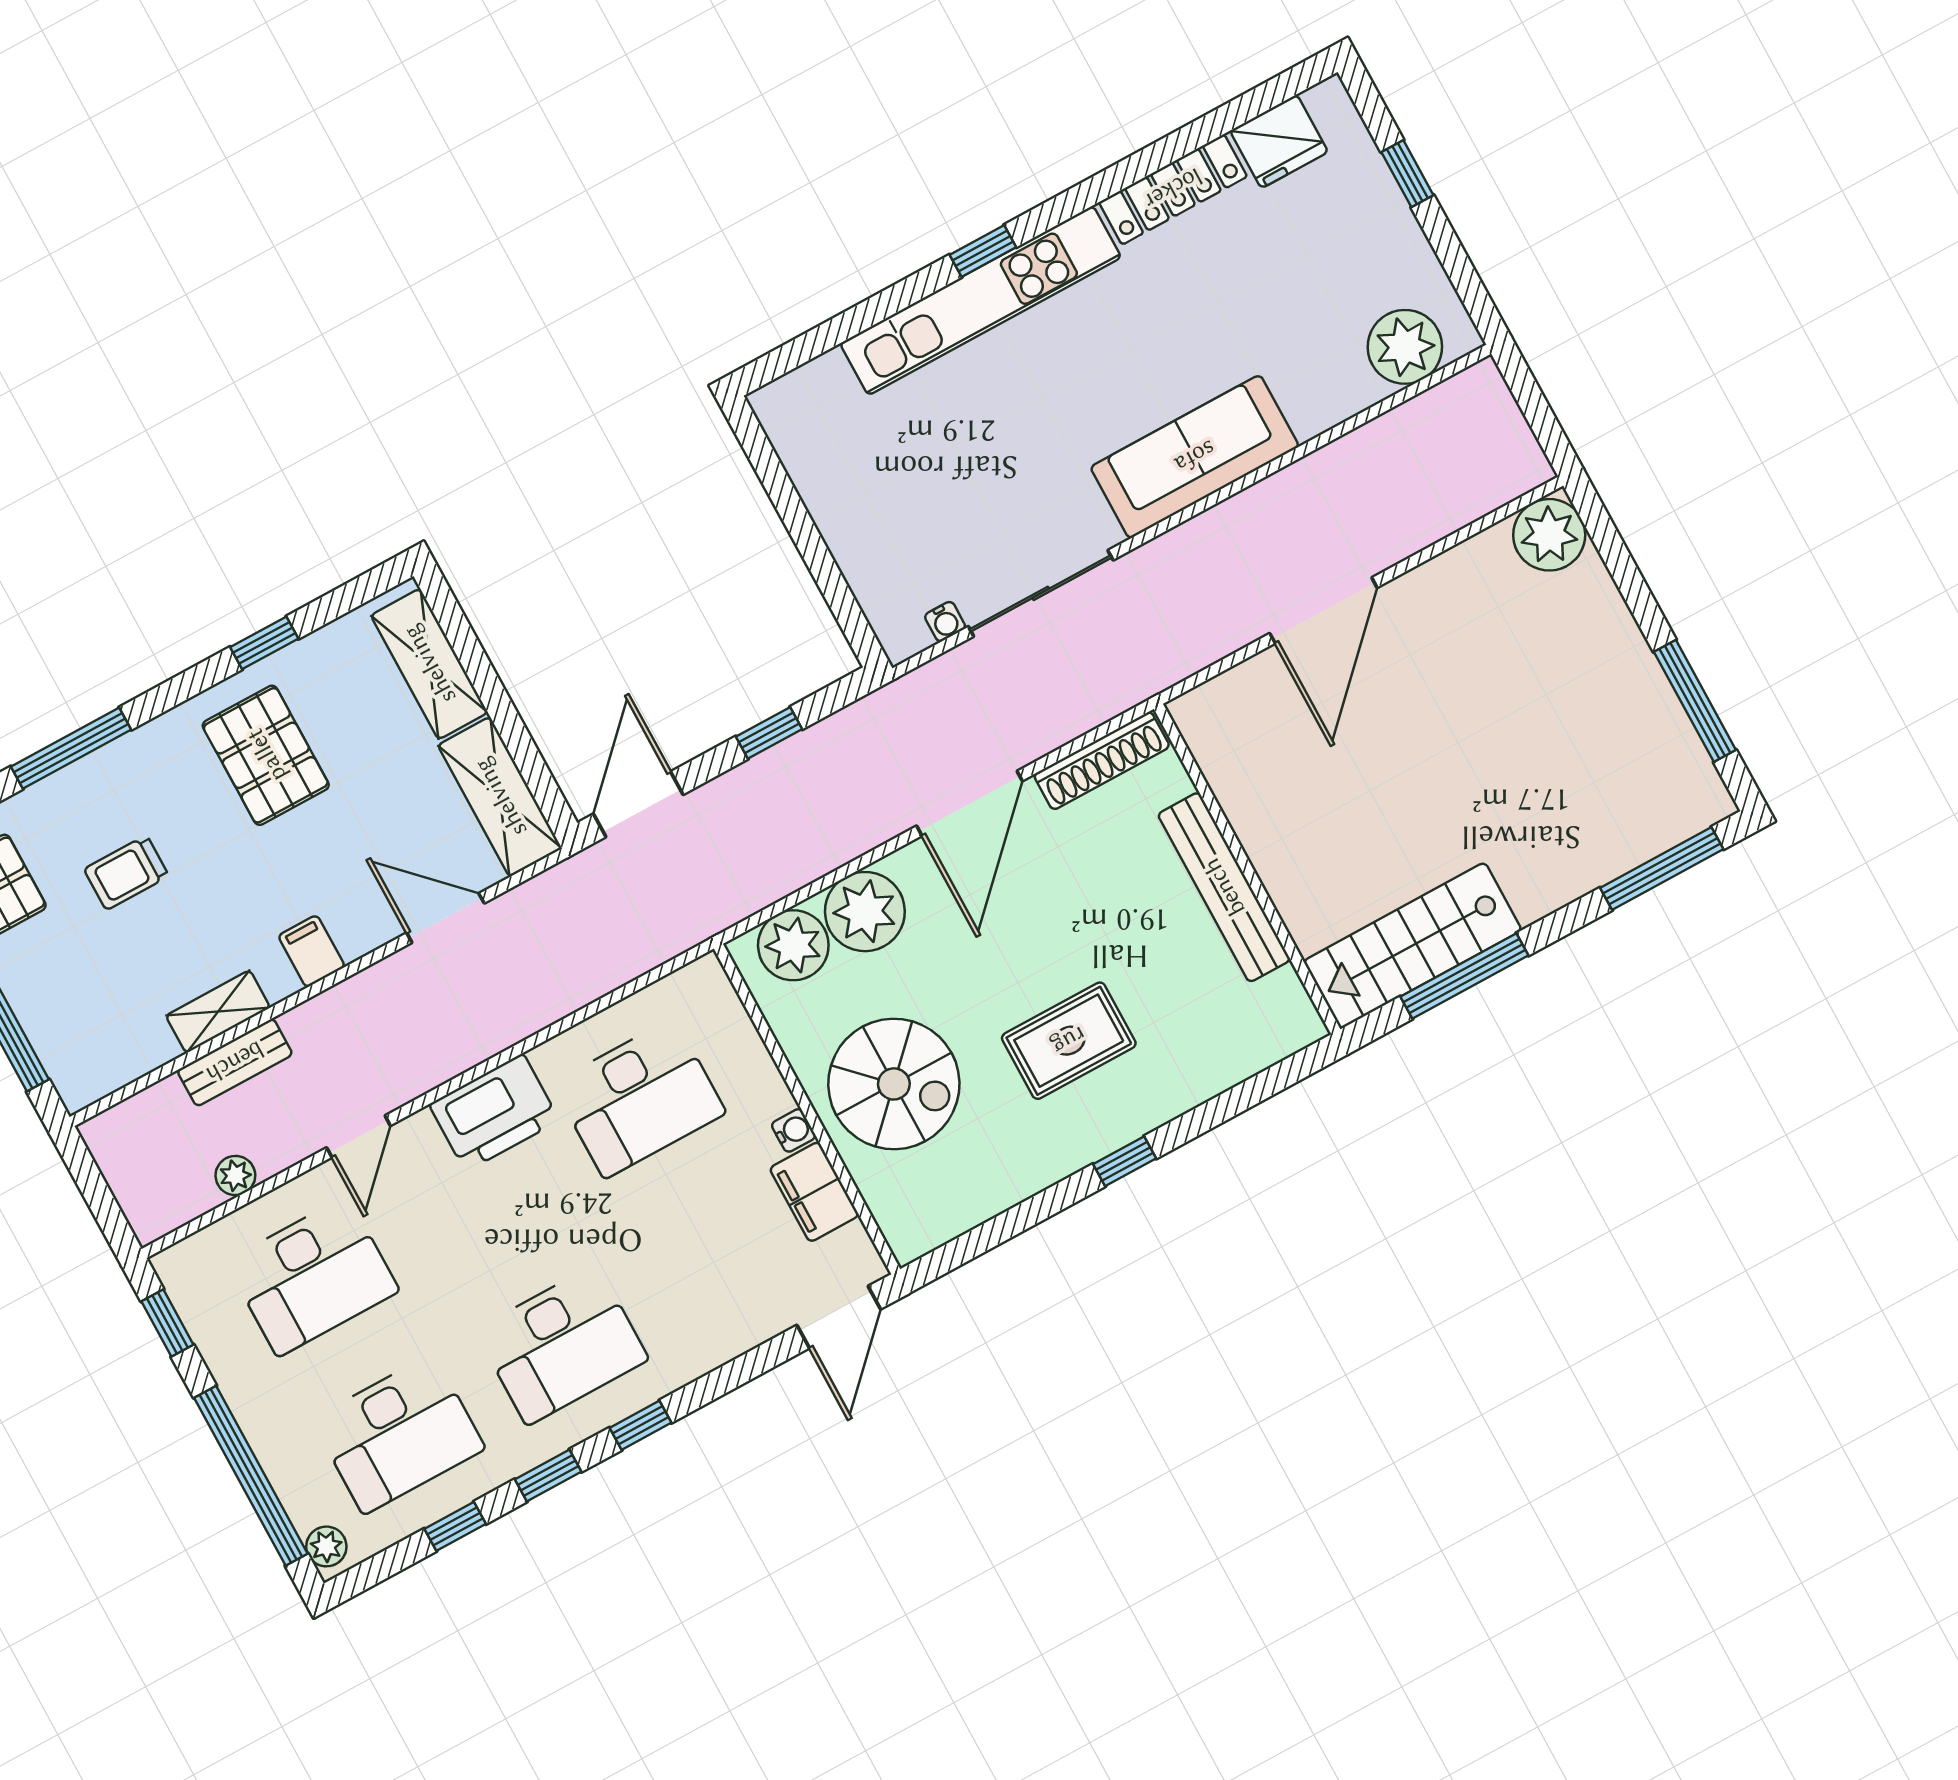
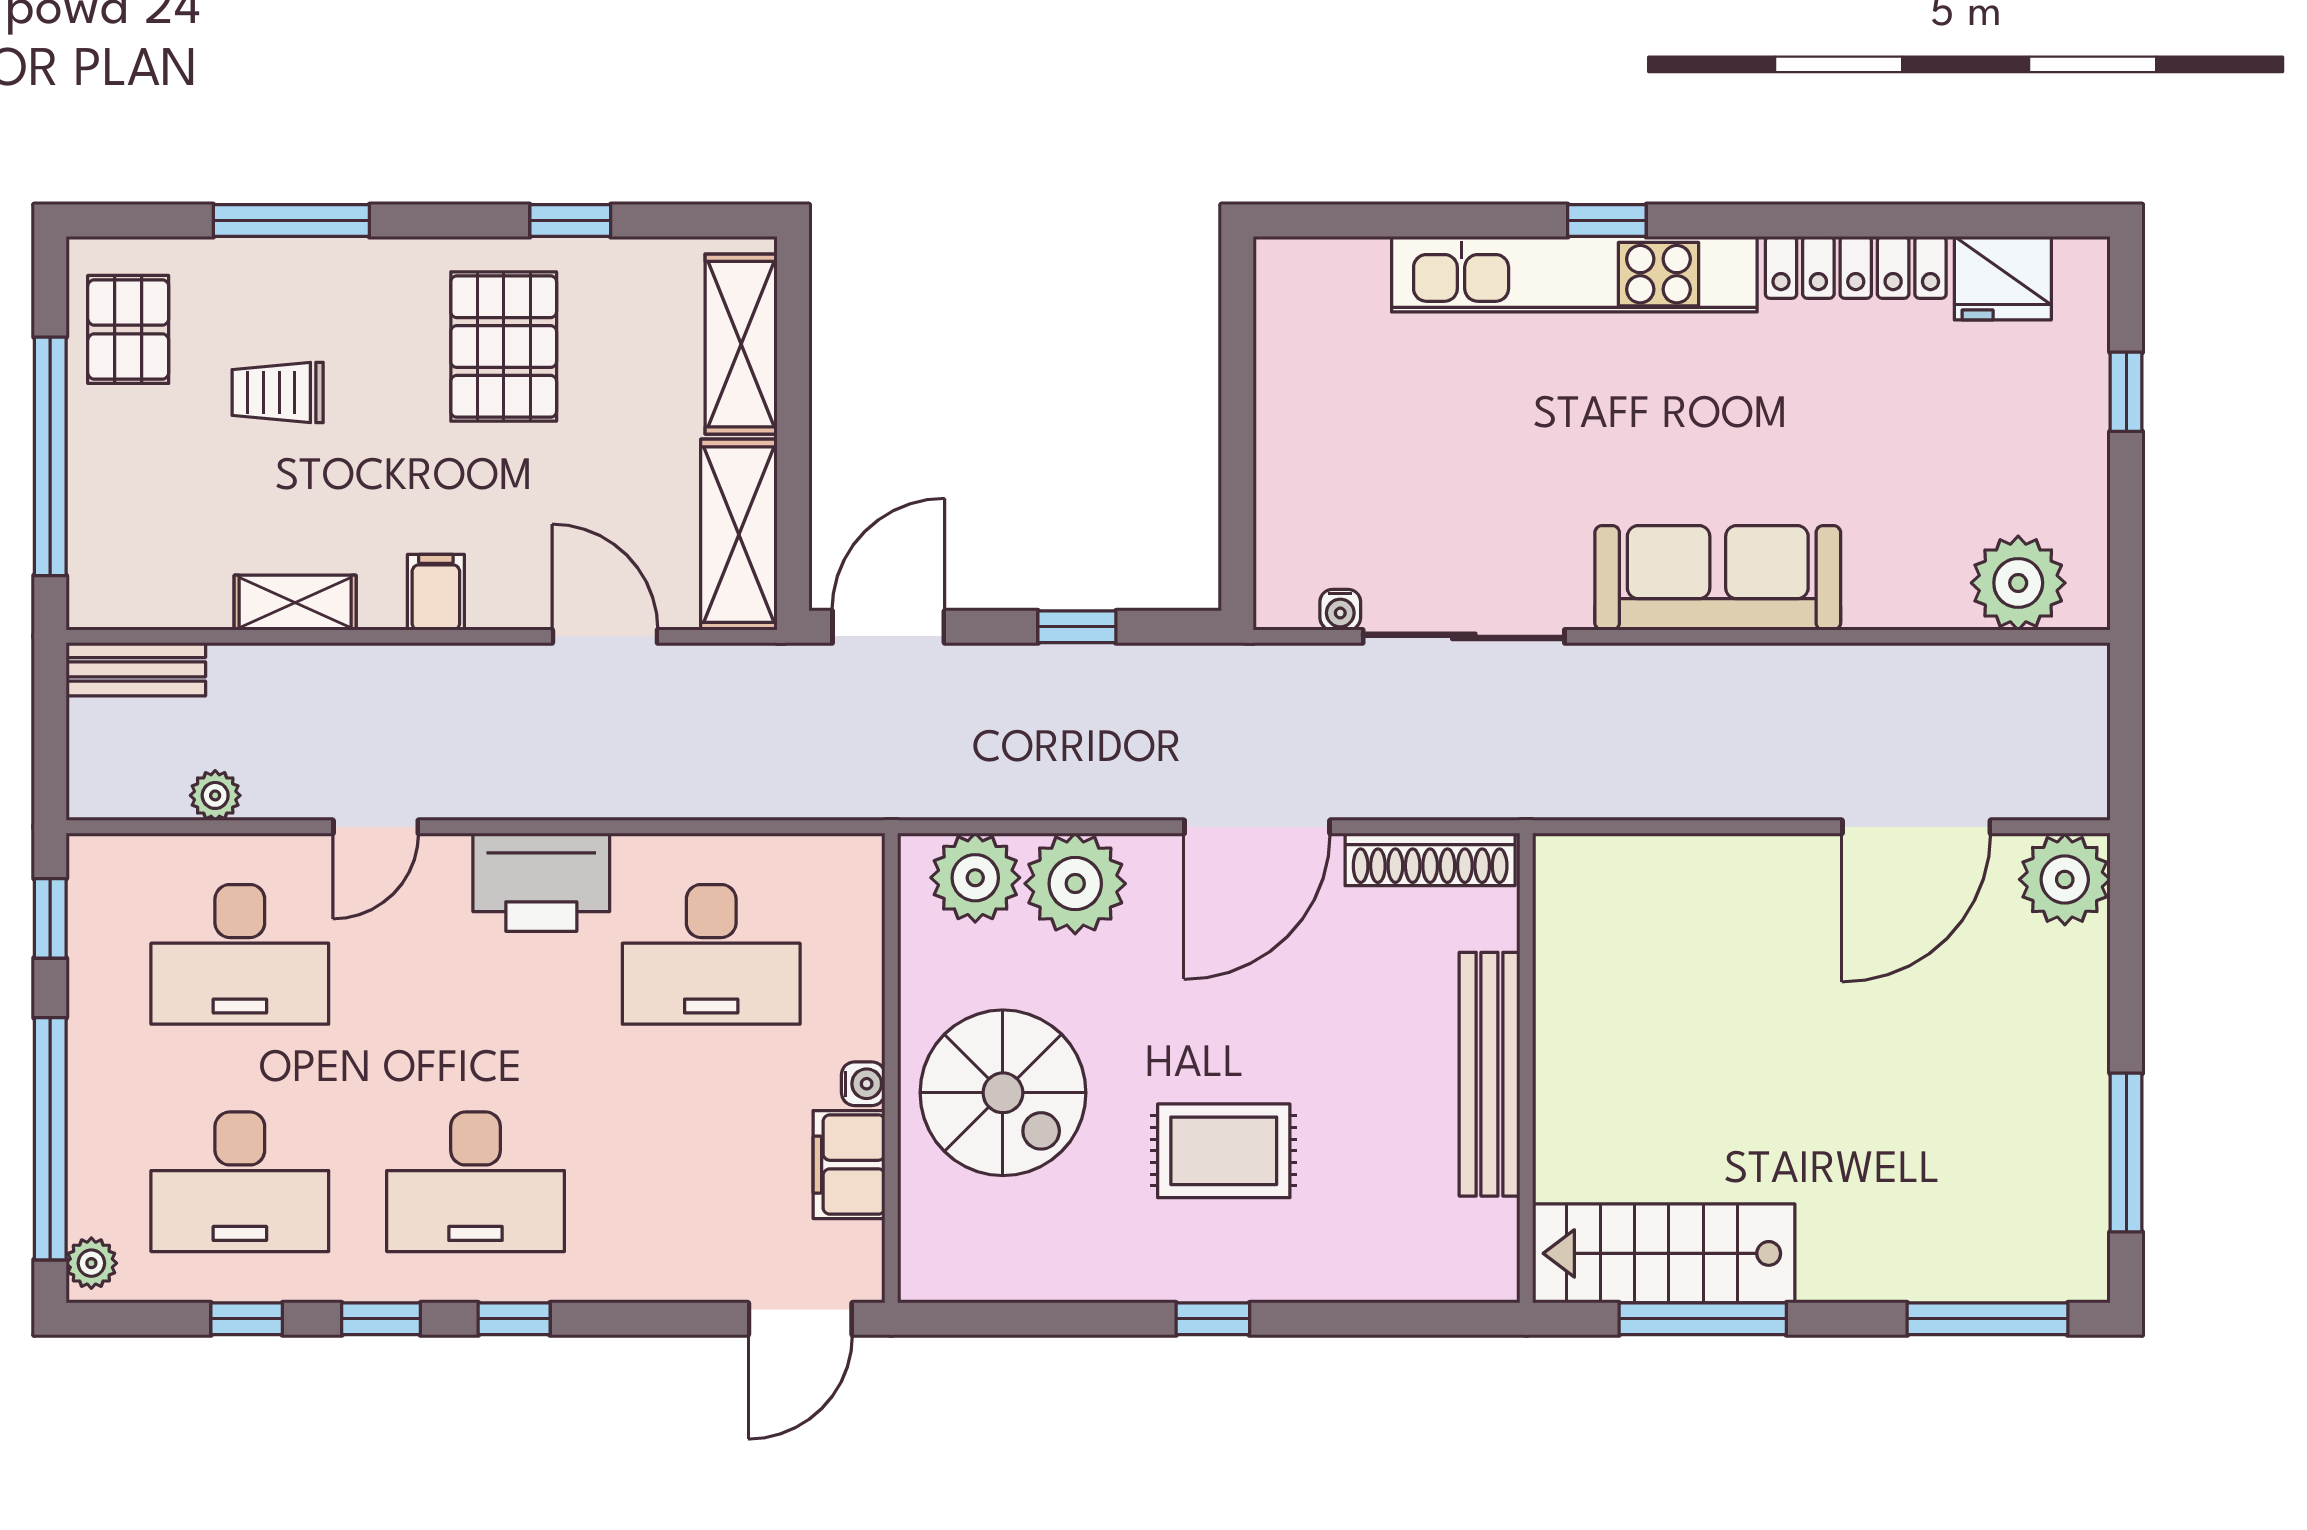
door: (1323, 610) -> (1916, 827), moved
bench: (235, 1062) -> (136, 669), moved

